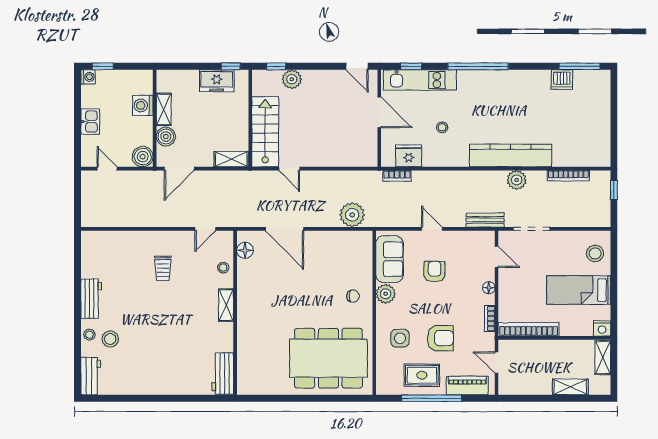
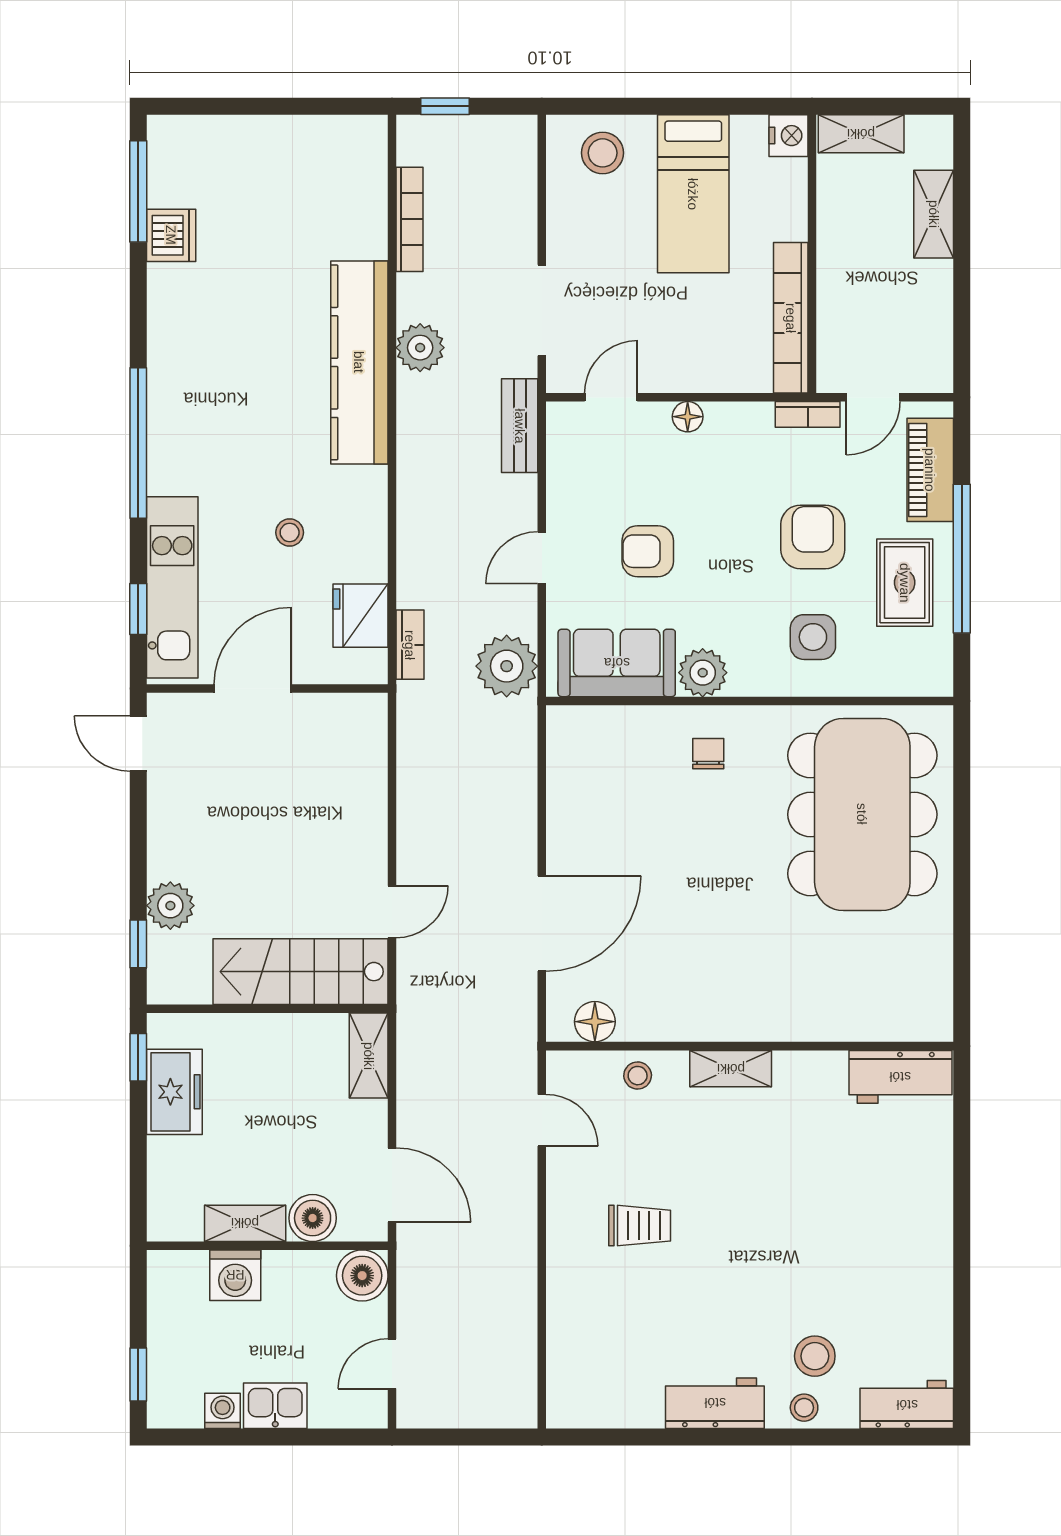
door: (357, 66) -> (138, 744), swing flipped
washing machine: (88, 77) -> (223, 1411), moved
plant: (352, 215) -> (507, 666), moved
bookcase: (490, 319) -> (808, 414), moved

